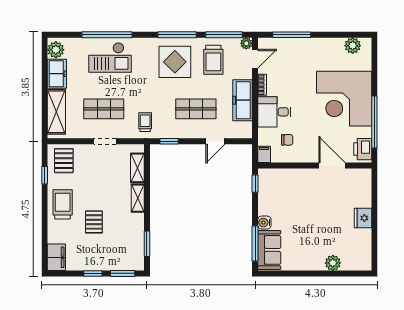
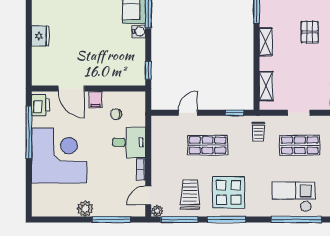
plant: (353, 46) -> (85, 209), moved
freezer: (243, 100) -> (161, 154), removed
filing cabinet: (264, 154) -> (96, 100), moved
shelving: (138, 198) -> (266, 42), moved

